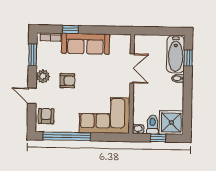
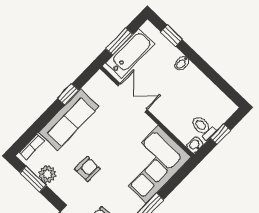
window: (70, 29) -> (68, 94), moved
window: (157, 31) -> (119, 41), added
bathtub: (176, 54) -> (130, 53), moved, turned -90
plant: (43, 76) -> (47, 174), moved
shower: (171, 123) -> (218, 108), removed

